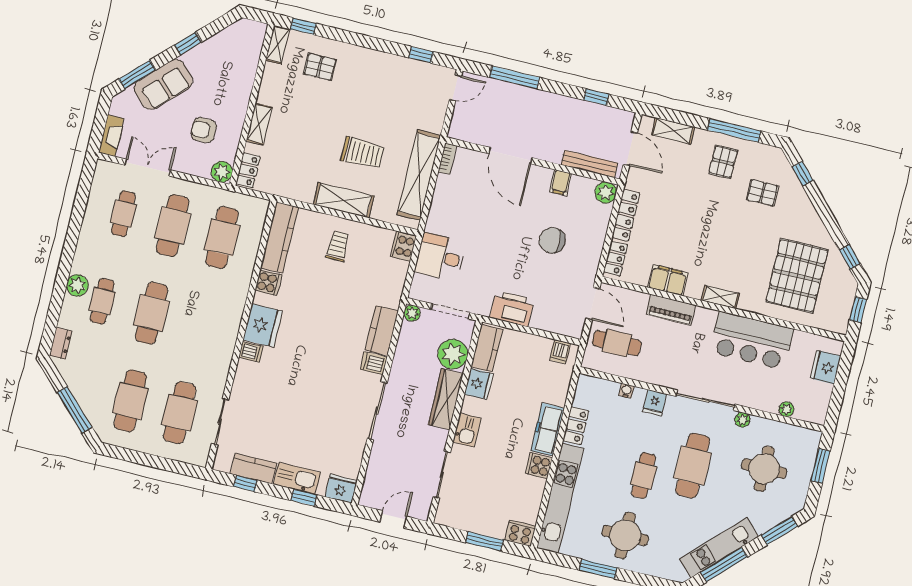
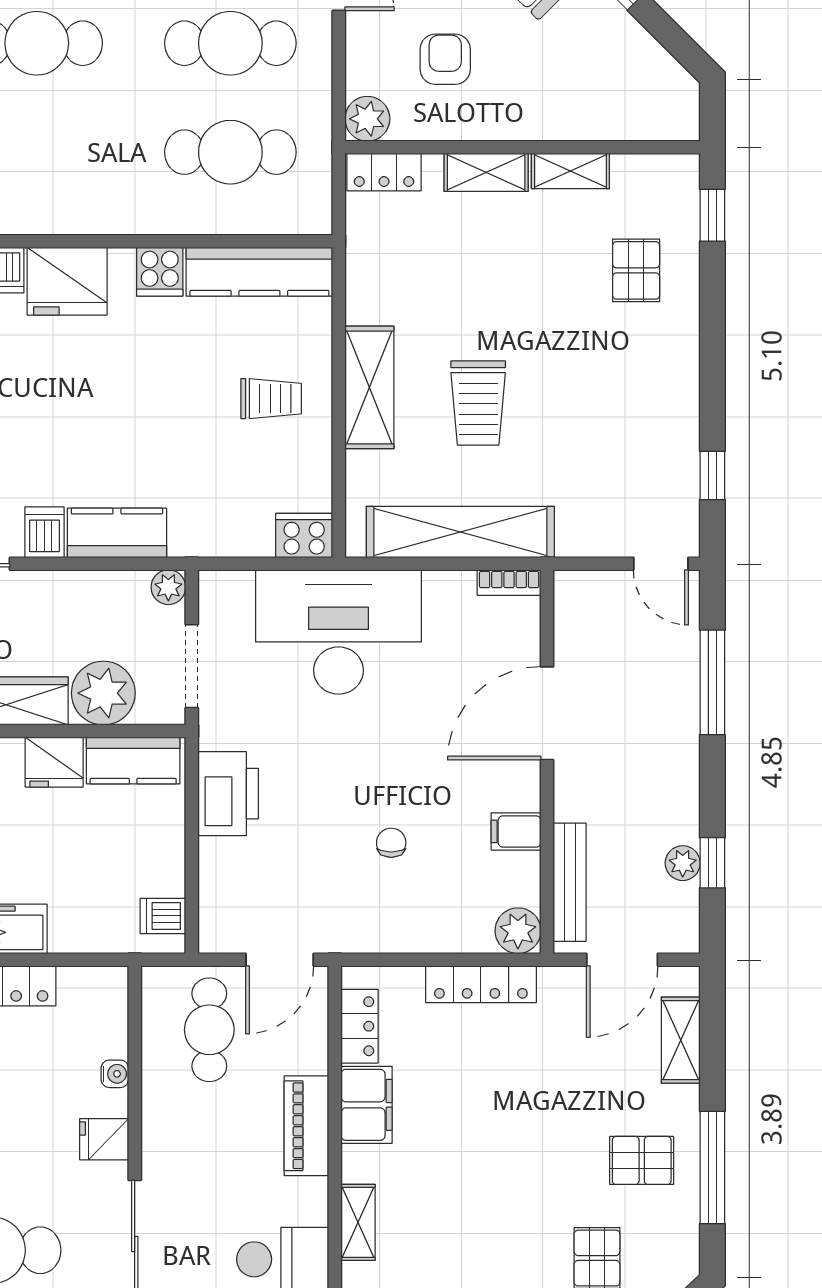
shelving: (278, 45) -> (570, 171), moved
plant: (593, 111) -> (683, 863), added
chair: (552, 240) -> (391, 843), width x0.54, depth x0.54
desk: (440, 257) -> (339, 632), width x1.87, depth x1.30
locker: (616, 258) -> (359, 1026), moved, turned -90

